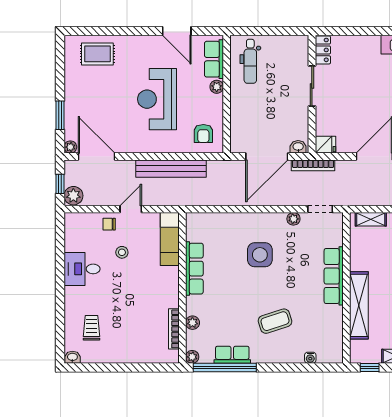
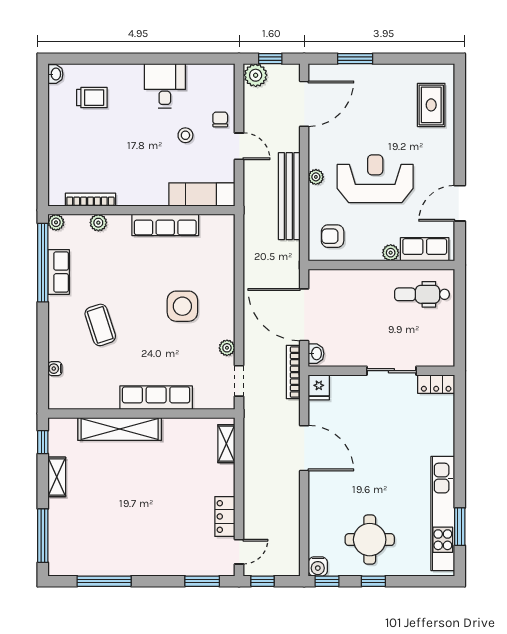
plant: (70, 147) -> (316, 177), moved

